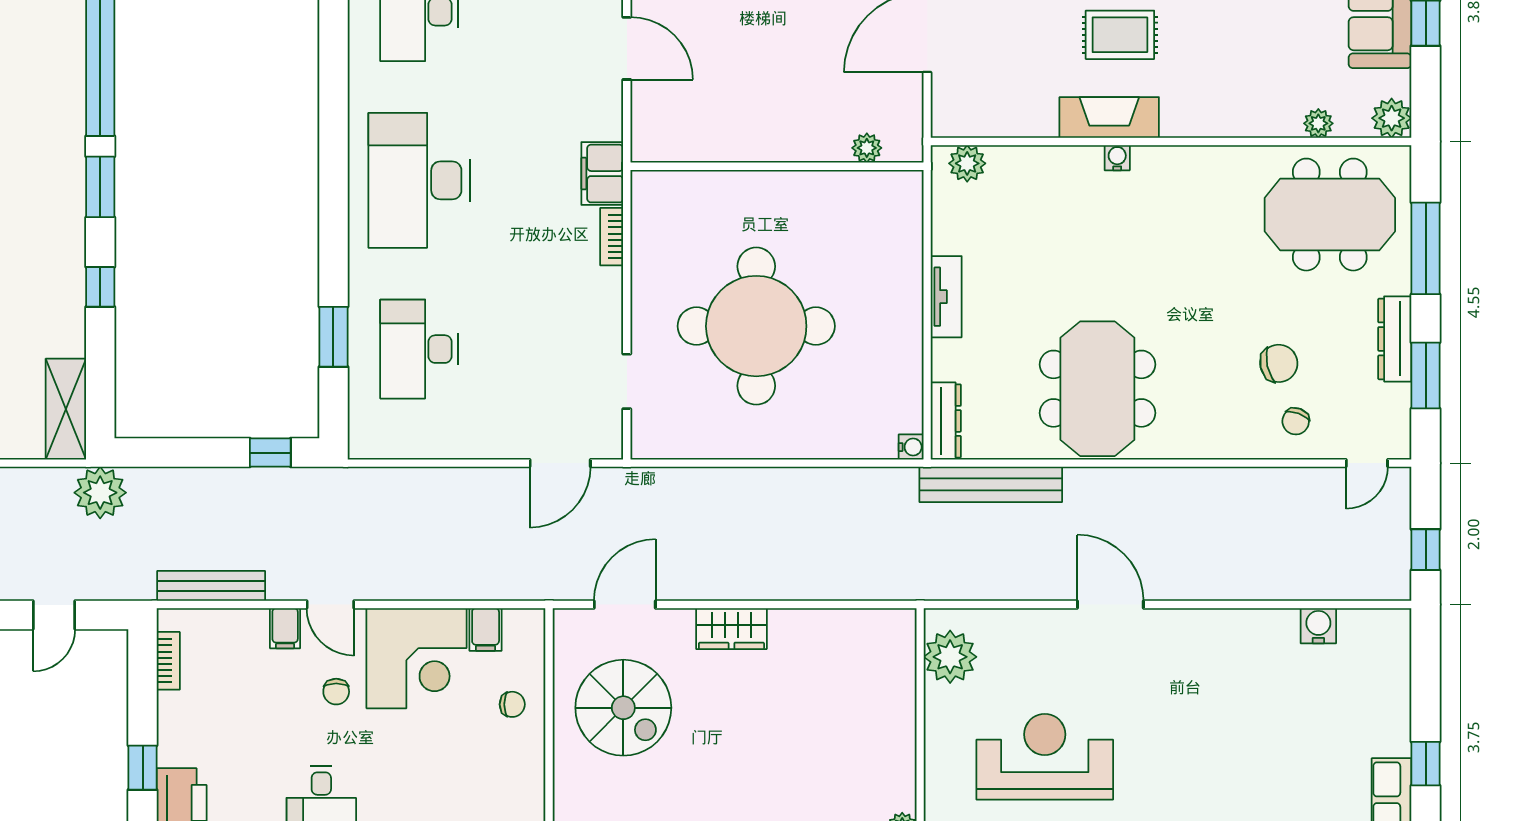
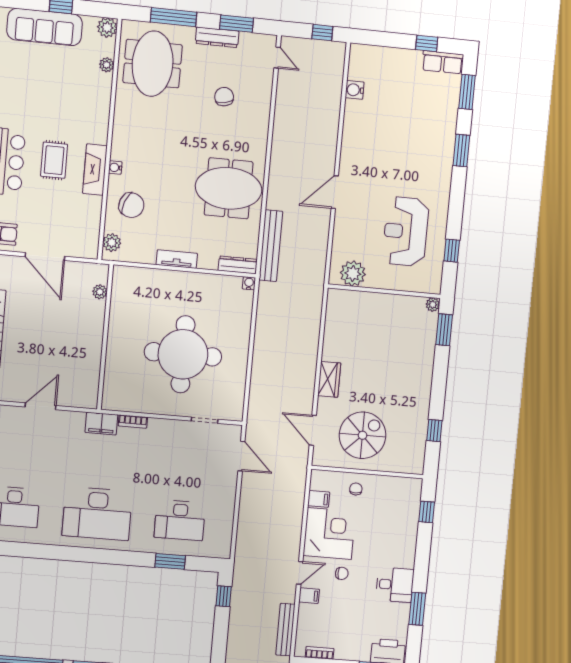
chair: (1296, 421) -> (131, 205), moved, width x1.87, depth x1.87

